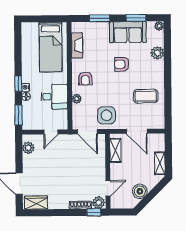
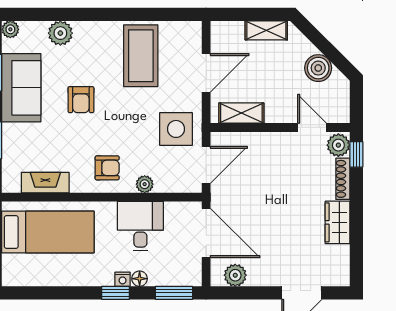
coffee table: (146, 96) -> (141, 56), width x1.36, depth x1.32
door: (51, 132) -> (206, 233), width x1.87
wardrobe: (36, 203) -> (337, 222), moved

